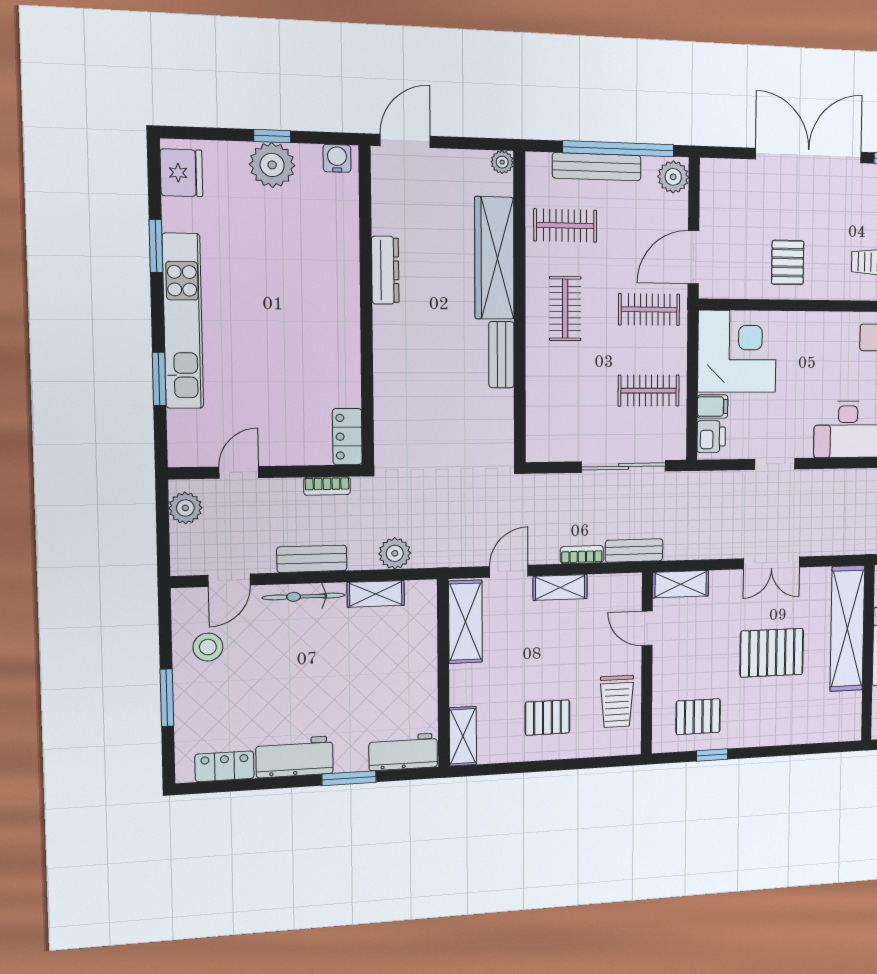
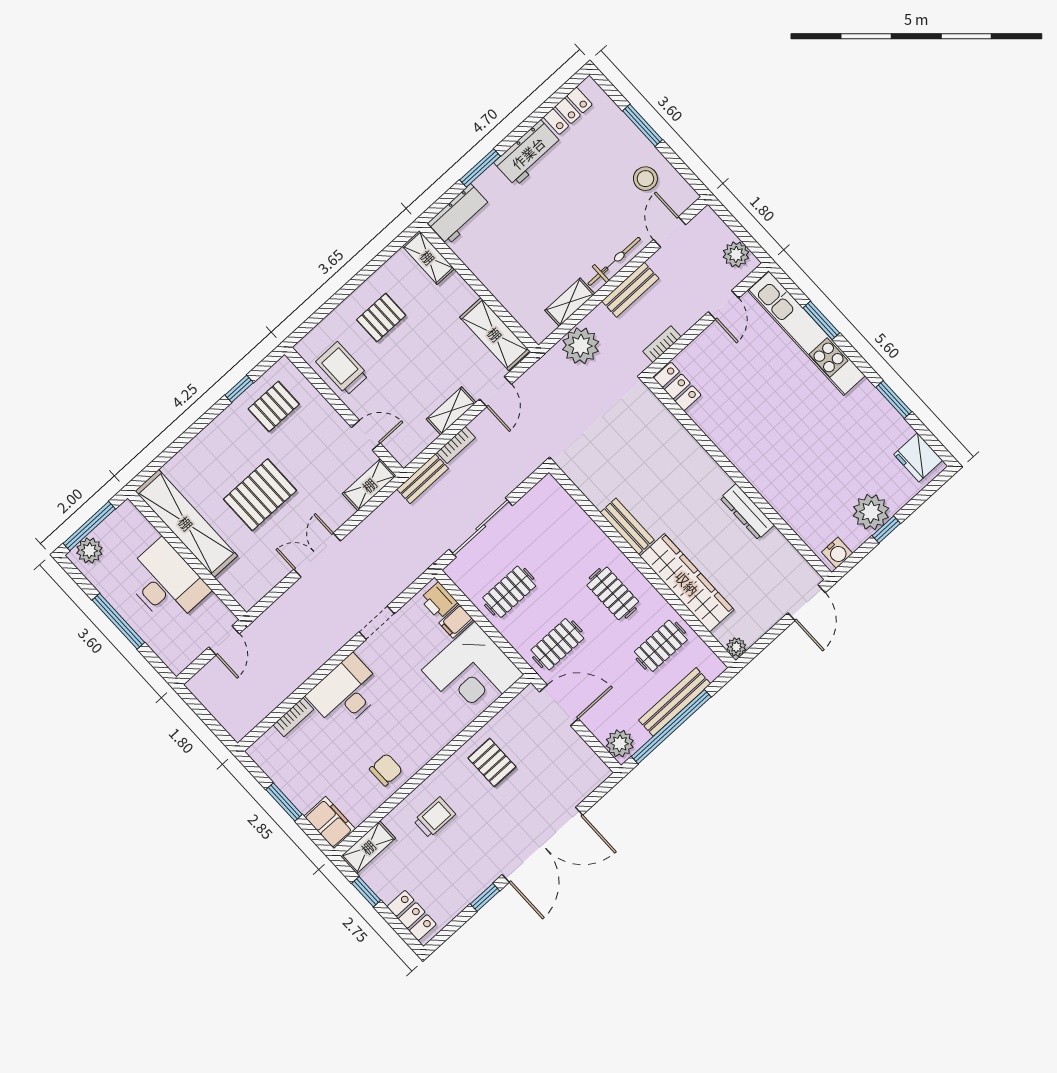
door: (693, 257) -> (559, 705), hinge flipped
kitchen unit: (183, 321) -> (806, 333), moved
plant: (395, 553) -> (581, 346), width x1.36, depth x1.36
shelving: (847, 628) -> (186, 523), moved

